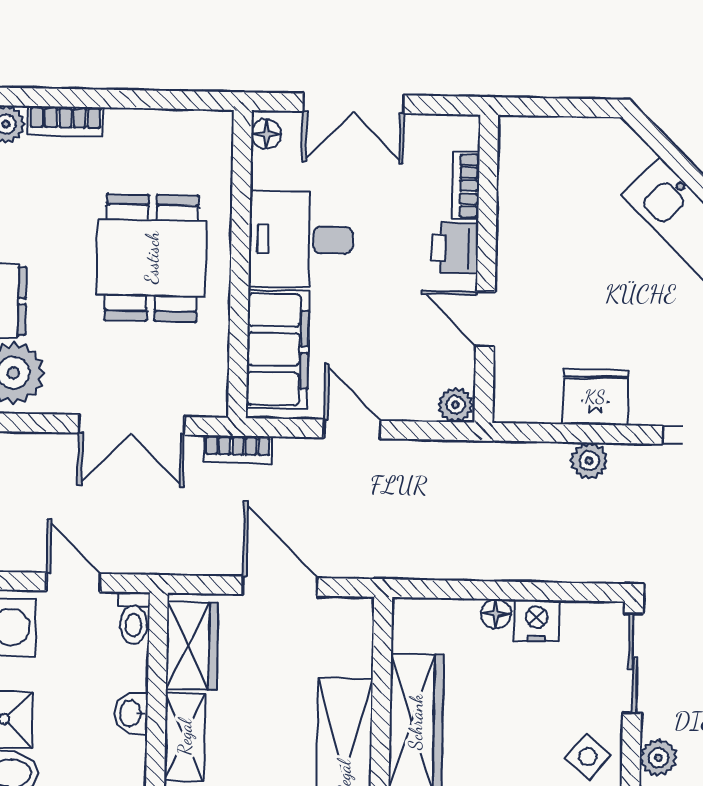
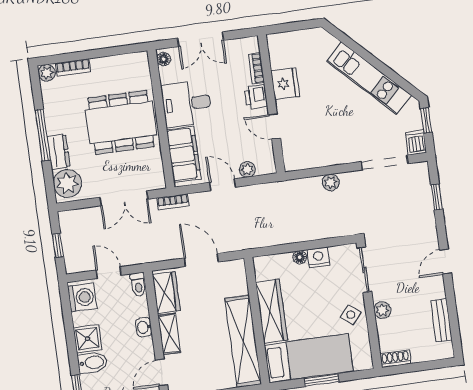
dining table: (152, 258) -> (121, 122), width x1.38
fridge: (595, 397) -> (285, 84), moved, turned 90
plant: (455, 405) -> (247, 169), moved

